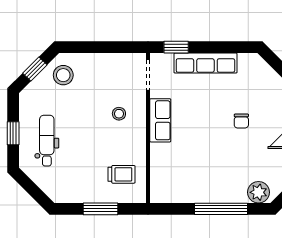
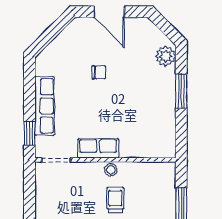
stool: (119, 114) -> (111, 170), moved
trolley: (121, 174) -> (115, 200), moved
window: (221, 209) -> (181, 91), width x0.69

